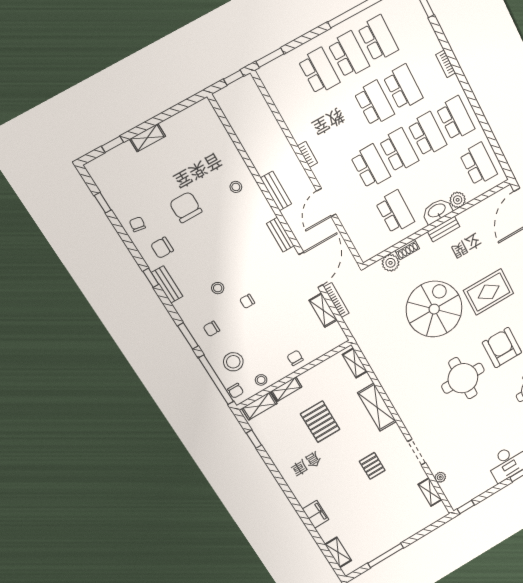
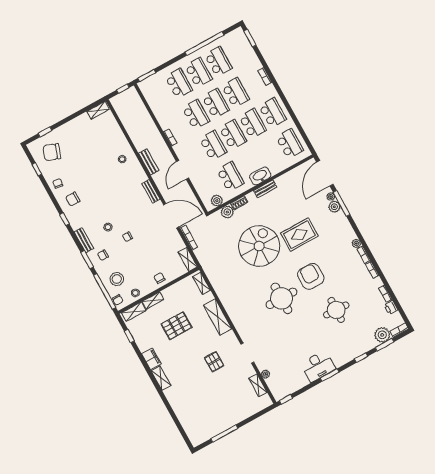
school desk: (345, 120) -> (196, 114), added
shelving: (148, 138) -> (98, 110), moved
plant: (458, 200) -> (217, 201), moved
chair: (186, 207) -> (52, 152), moved, turned -70
door: (311, 270) -> (171, 216), hinge flipped
bench: (167, 284) -> (84, 240), moved
shelving: (323, 310) -> (188, 259), moved
pallet: (320, 422) -> (176, 326), turned 90
filing cabinet: (316, 514) -> (151, 359), moved
shelving: (338, 552) -> (161, 378), moved

